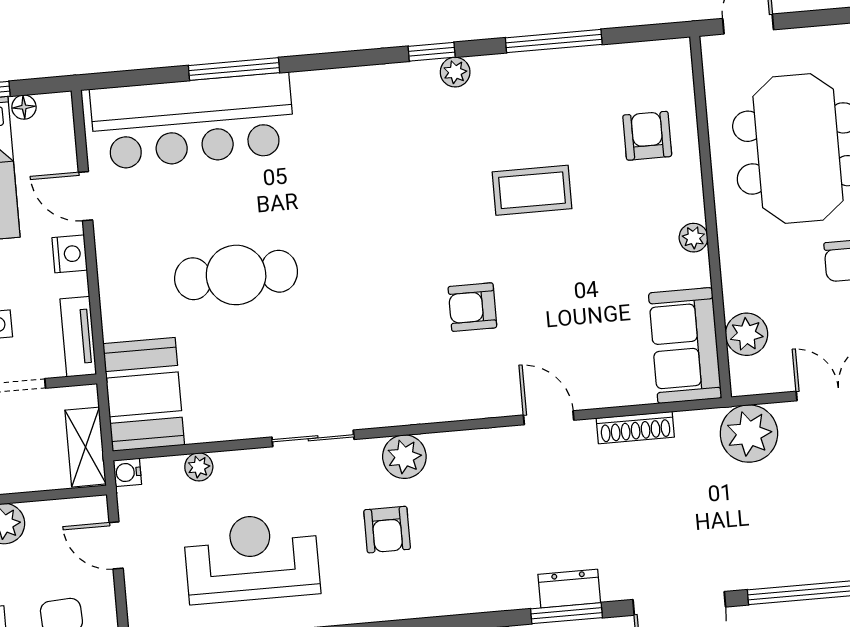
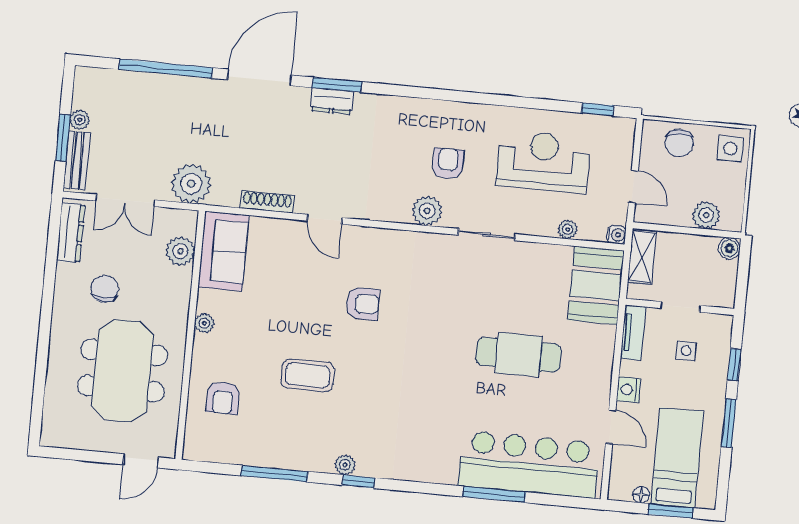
reception desk: (252, 558) -> (543, 161), turned 180

